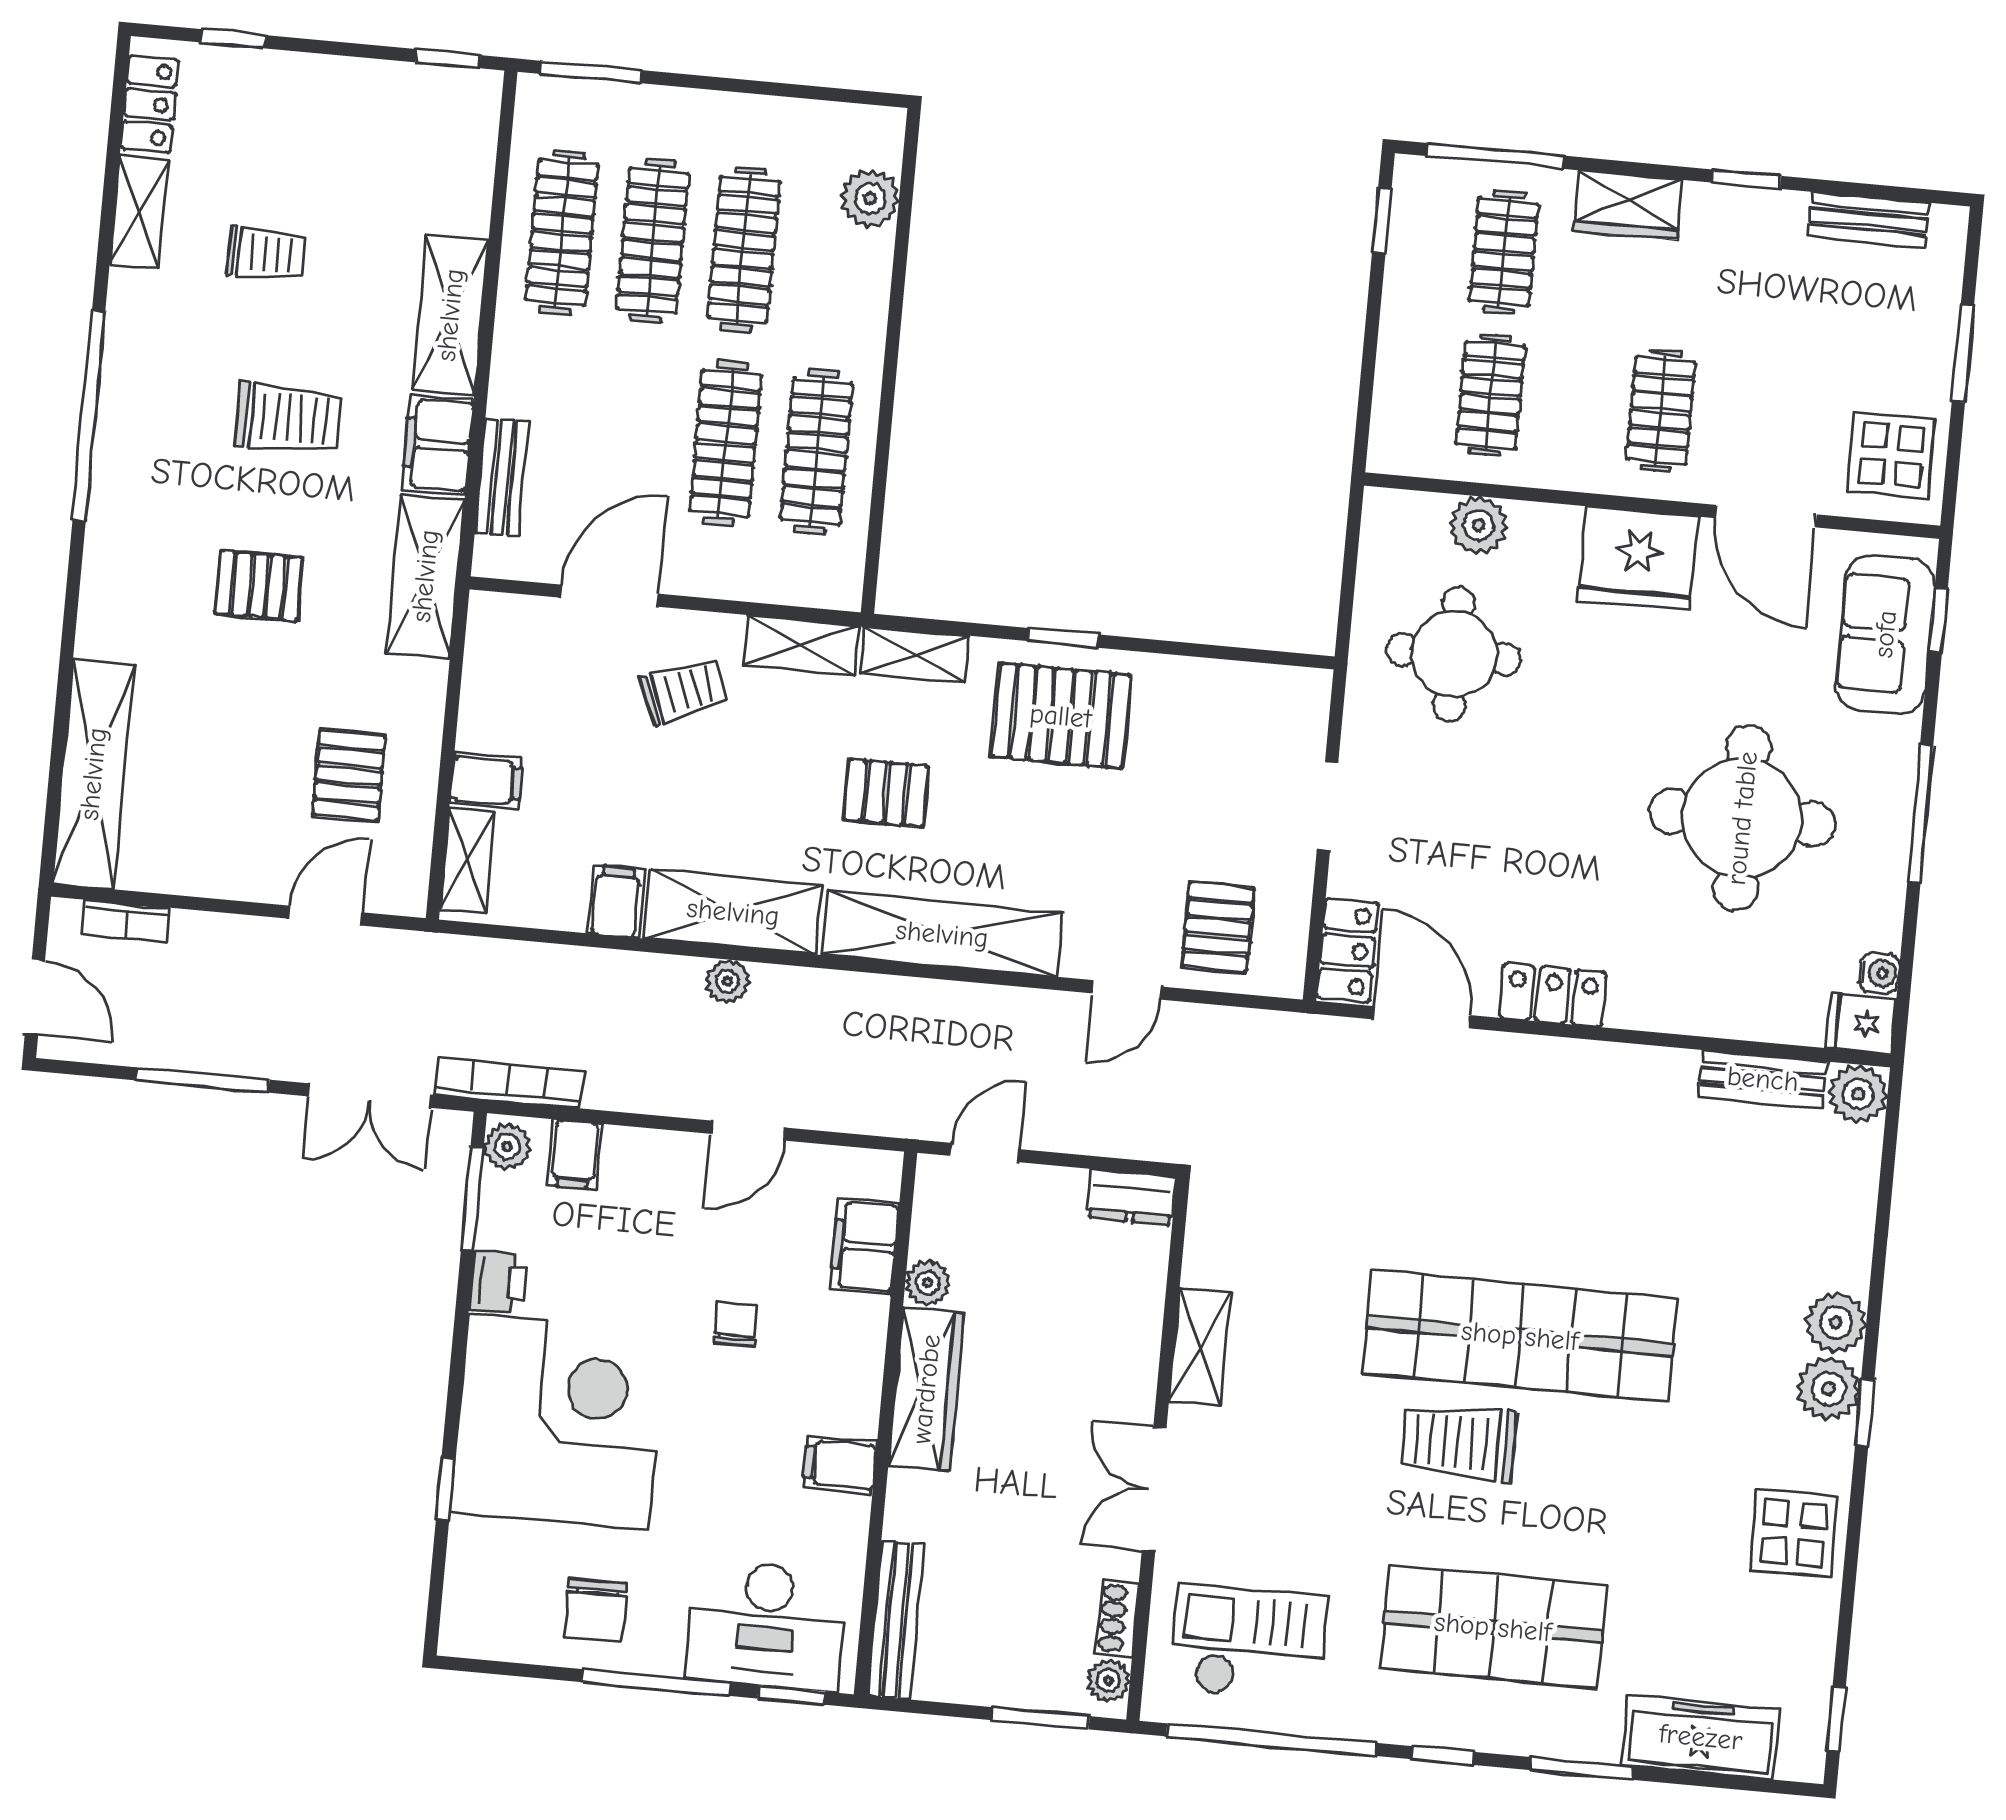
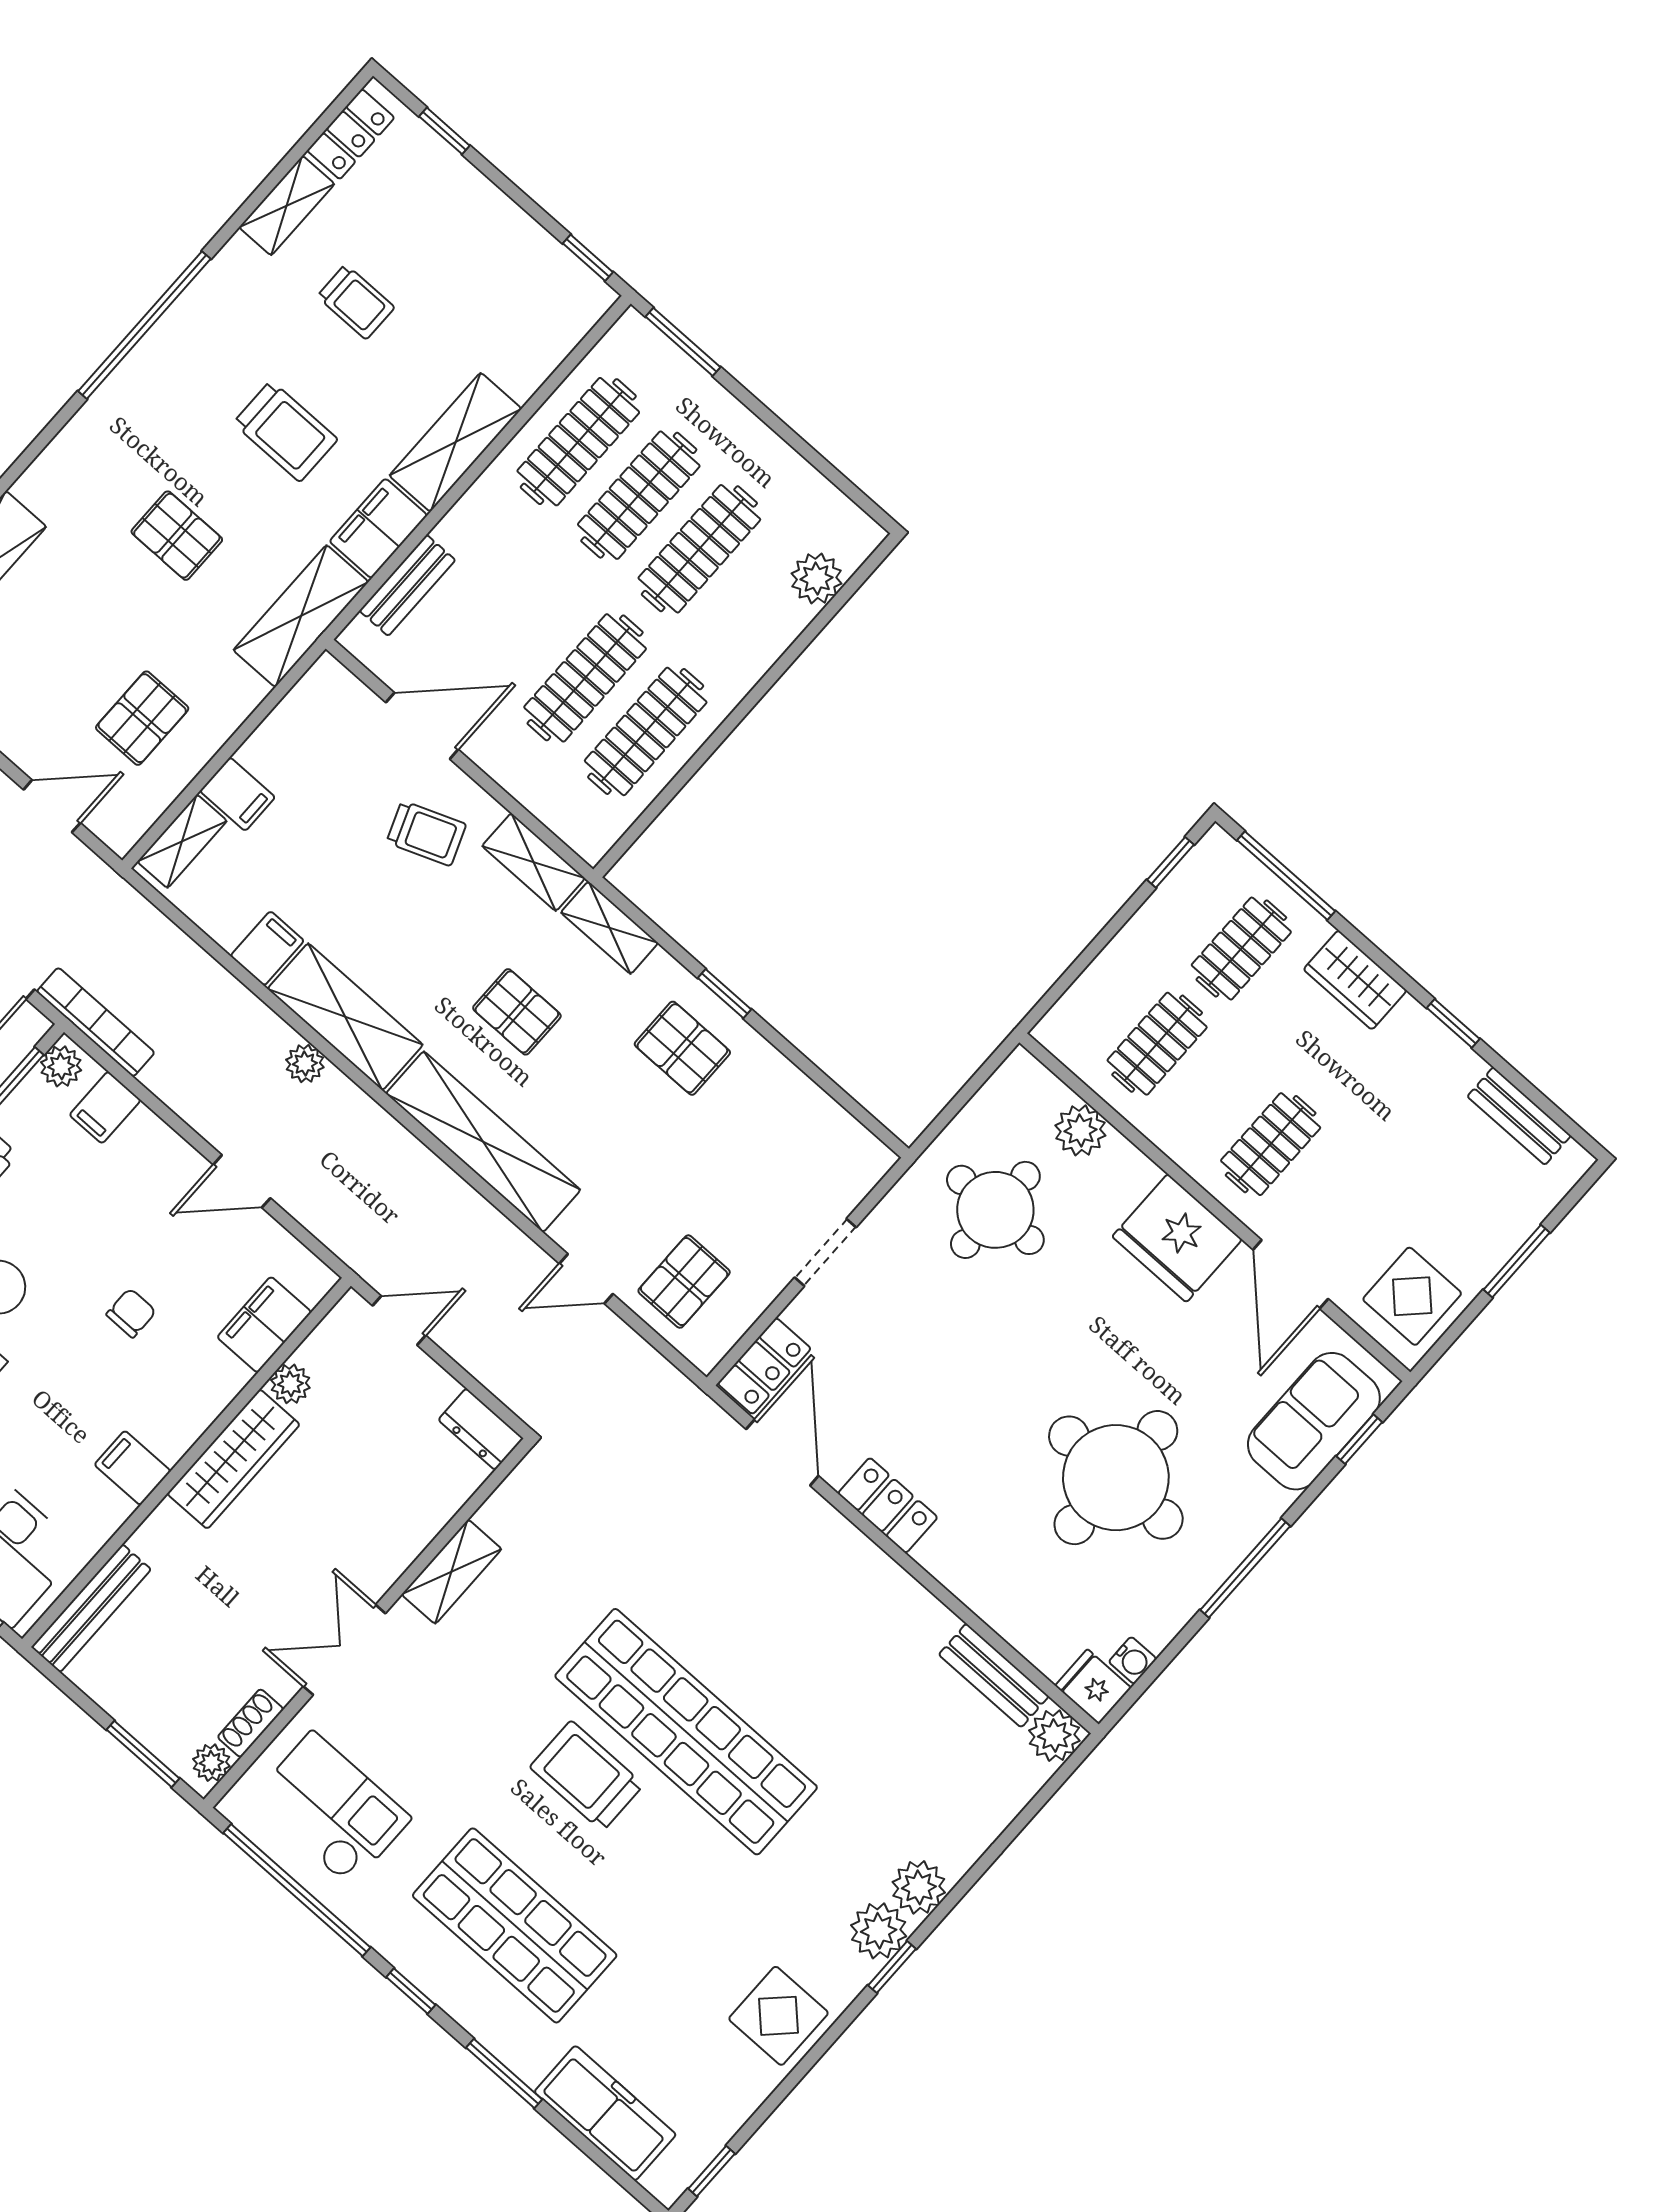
pallet: (1061, 716) -> (682, 1048), width x0.67, depth x0.71

